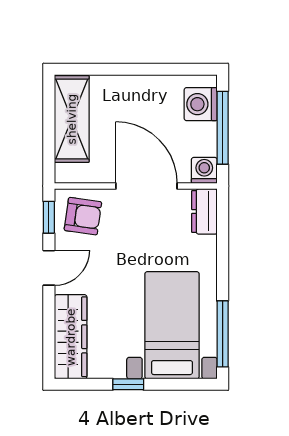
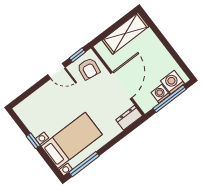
washing machine: (204, 170) -> (160, 94), moved, turned -90
wardrobe: (71, 337) -> (35, 102), removed

